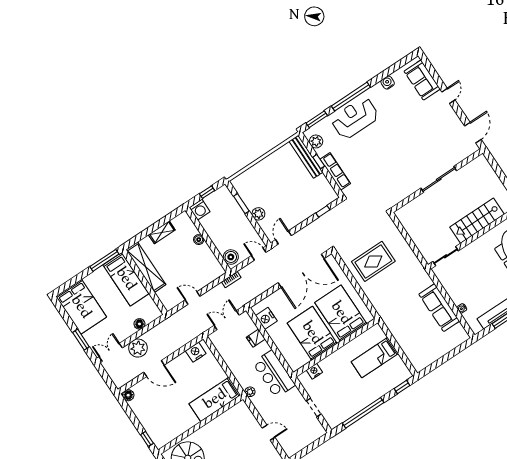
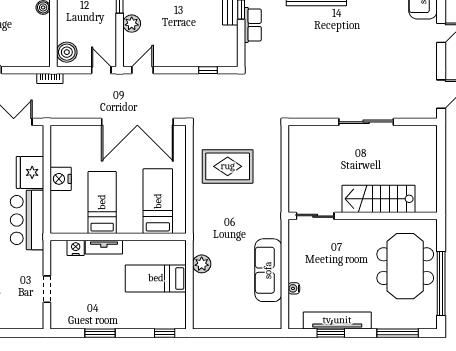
row of seats: (335, 171) -> (253, 25), width x0.68
bed: (341, 313) -> (158, 201), width x0.67
nightstand: (266, 318) -> (61, 179), moved
plant: (397, 330) -> (202, 264), added
bed: (312, 333) -> (102, 202), width x0.67
fridge: (256, 338) -> (30, 172), width x1.88, depth x1.34
tv unit: (331, 359) -> (104, 247), added
window: (363, 413) -> (100, 333), width x0.47

